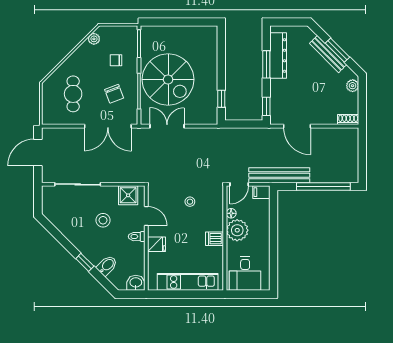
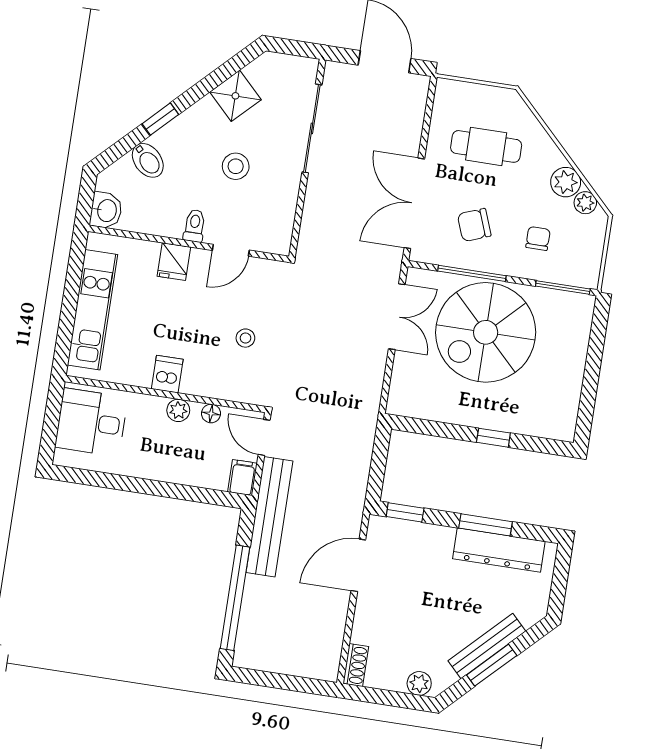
plant: (85, 51) -> (566, 182), added
window: (221, 99) -> (493, 438), moved
shower: (128, 195) -> (235, 96), moved, turned 45
plant: (237, 230) -> (178, 410), width x0.53, depth x0.53

